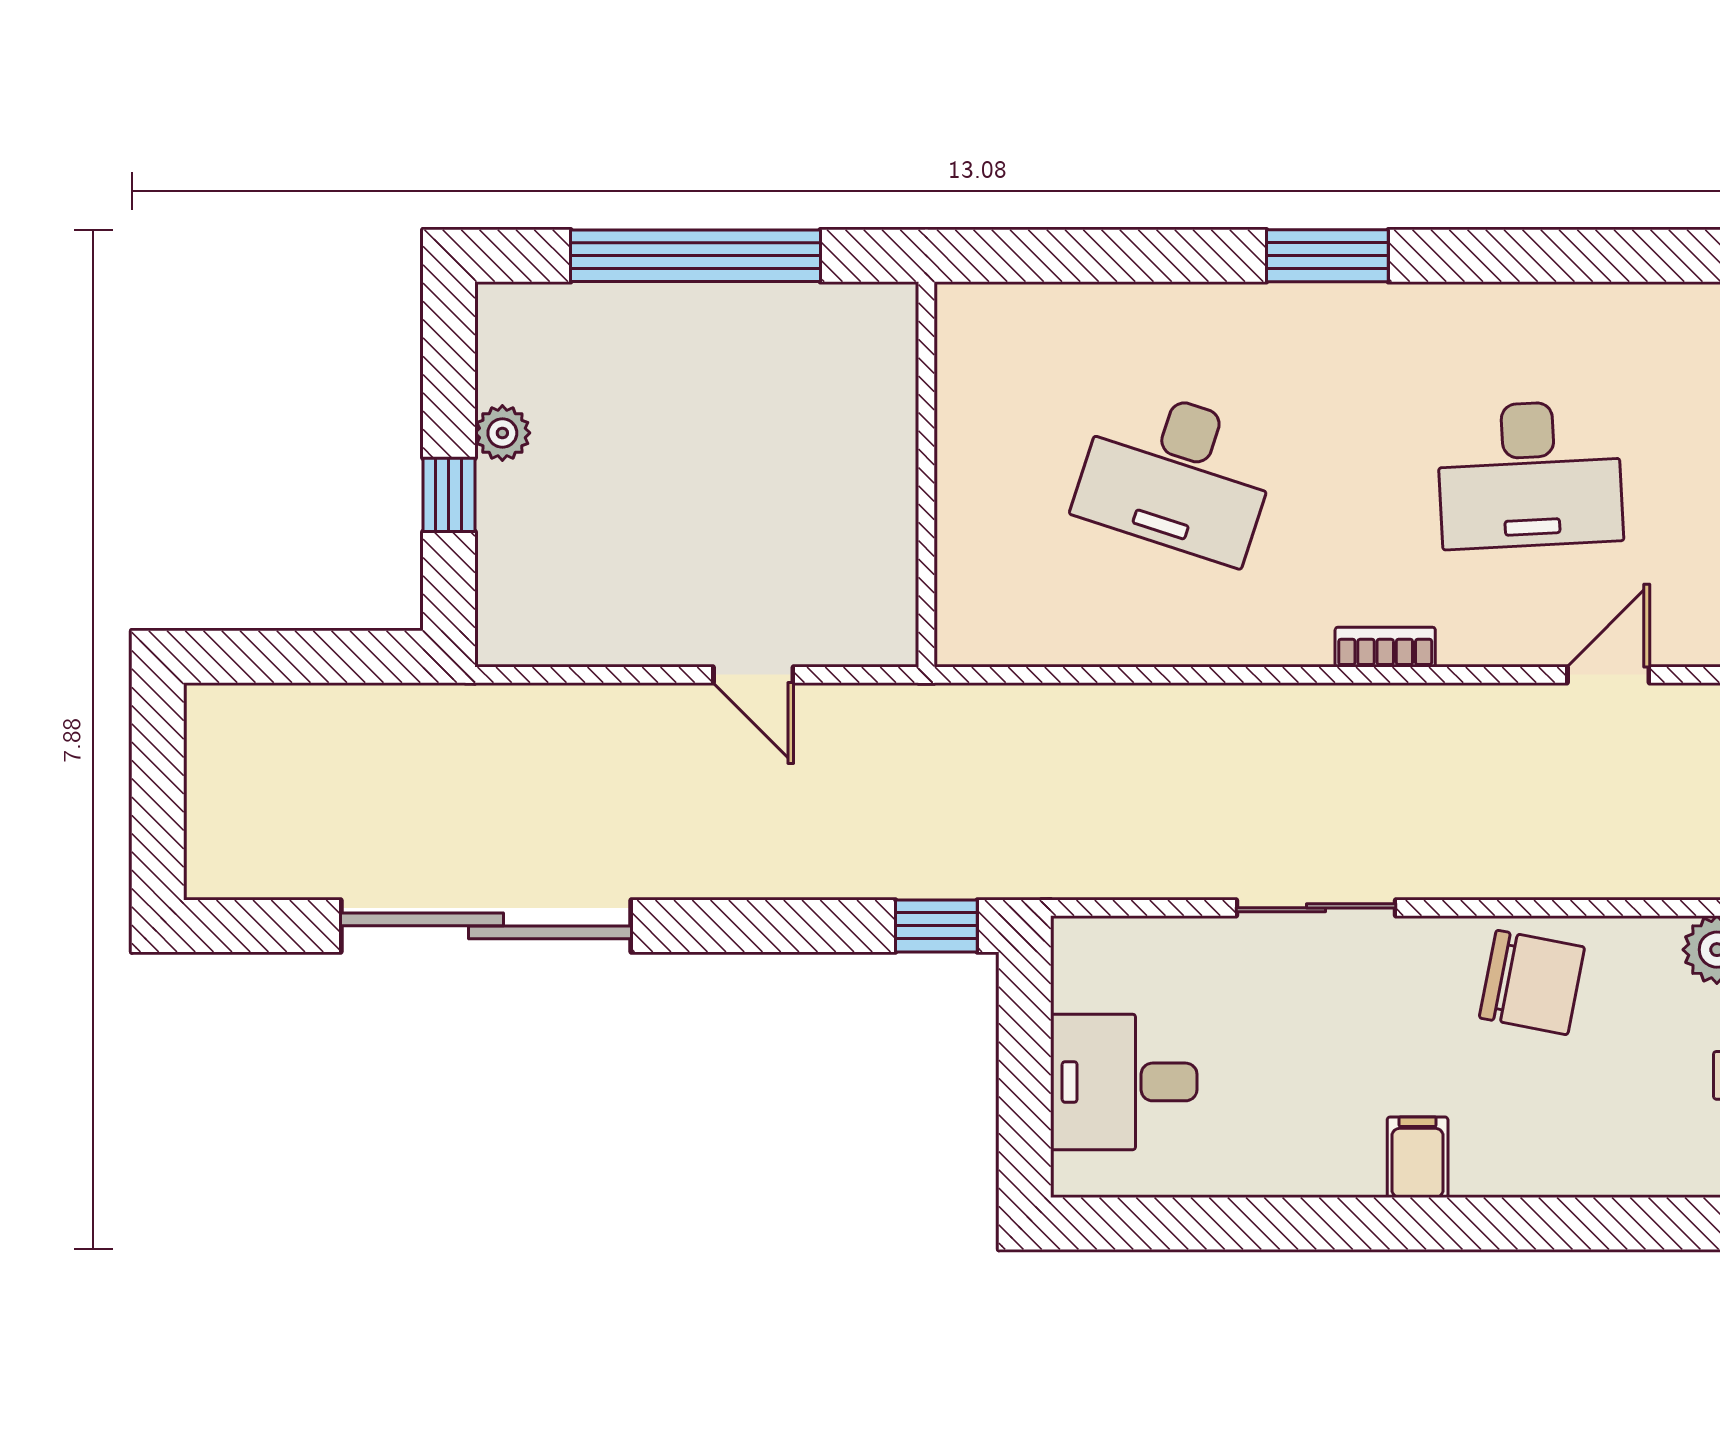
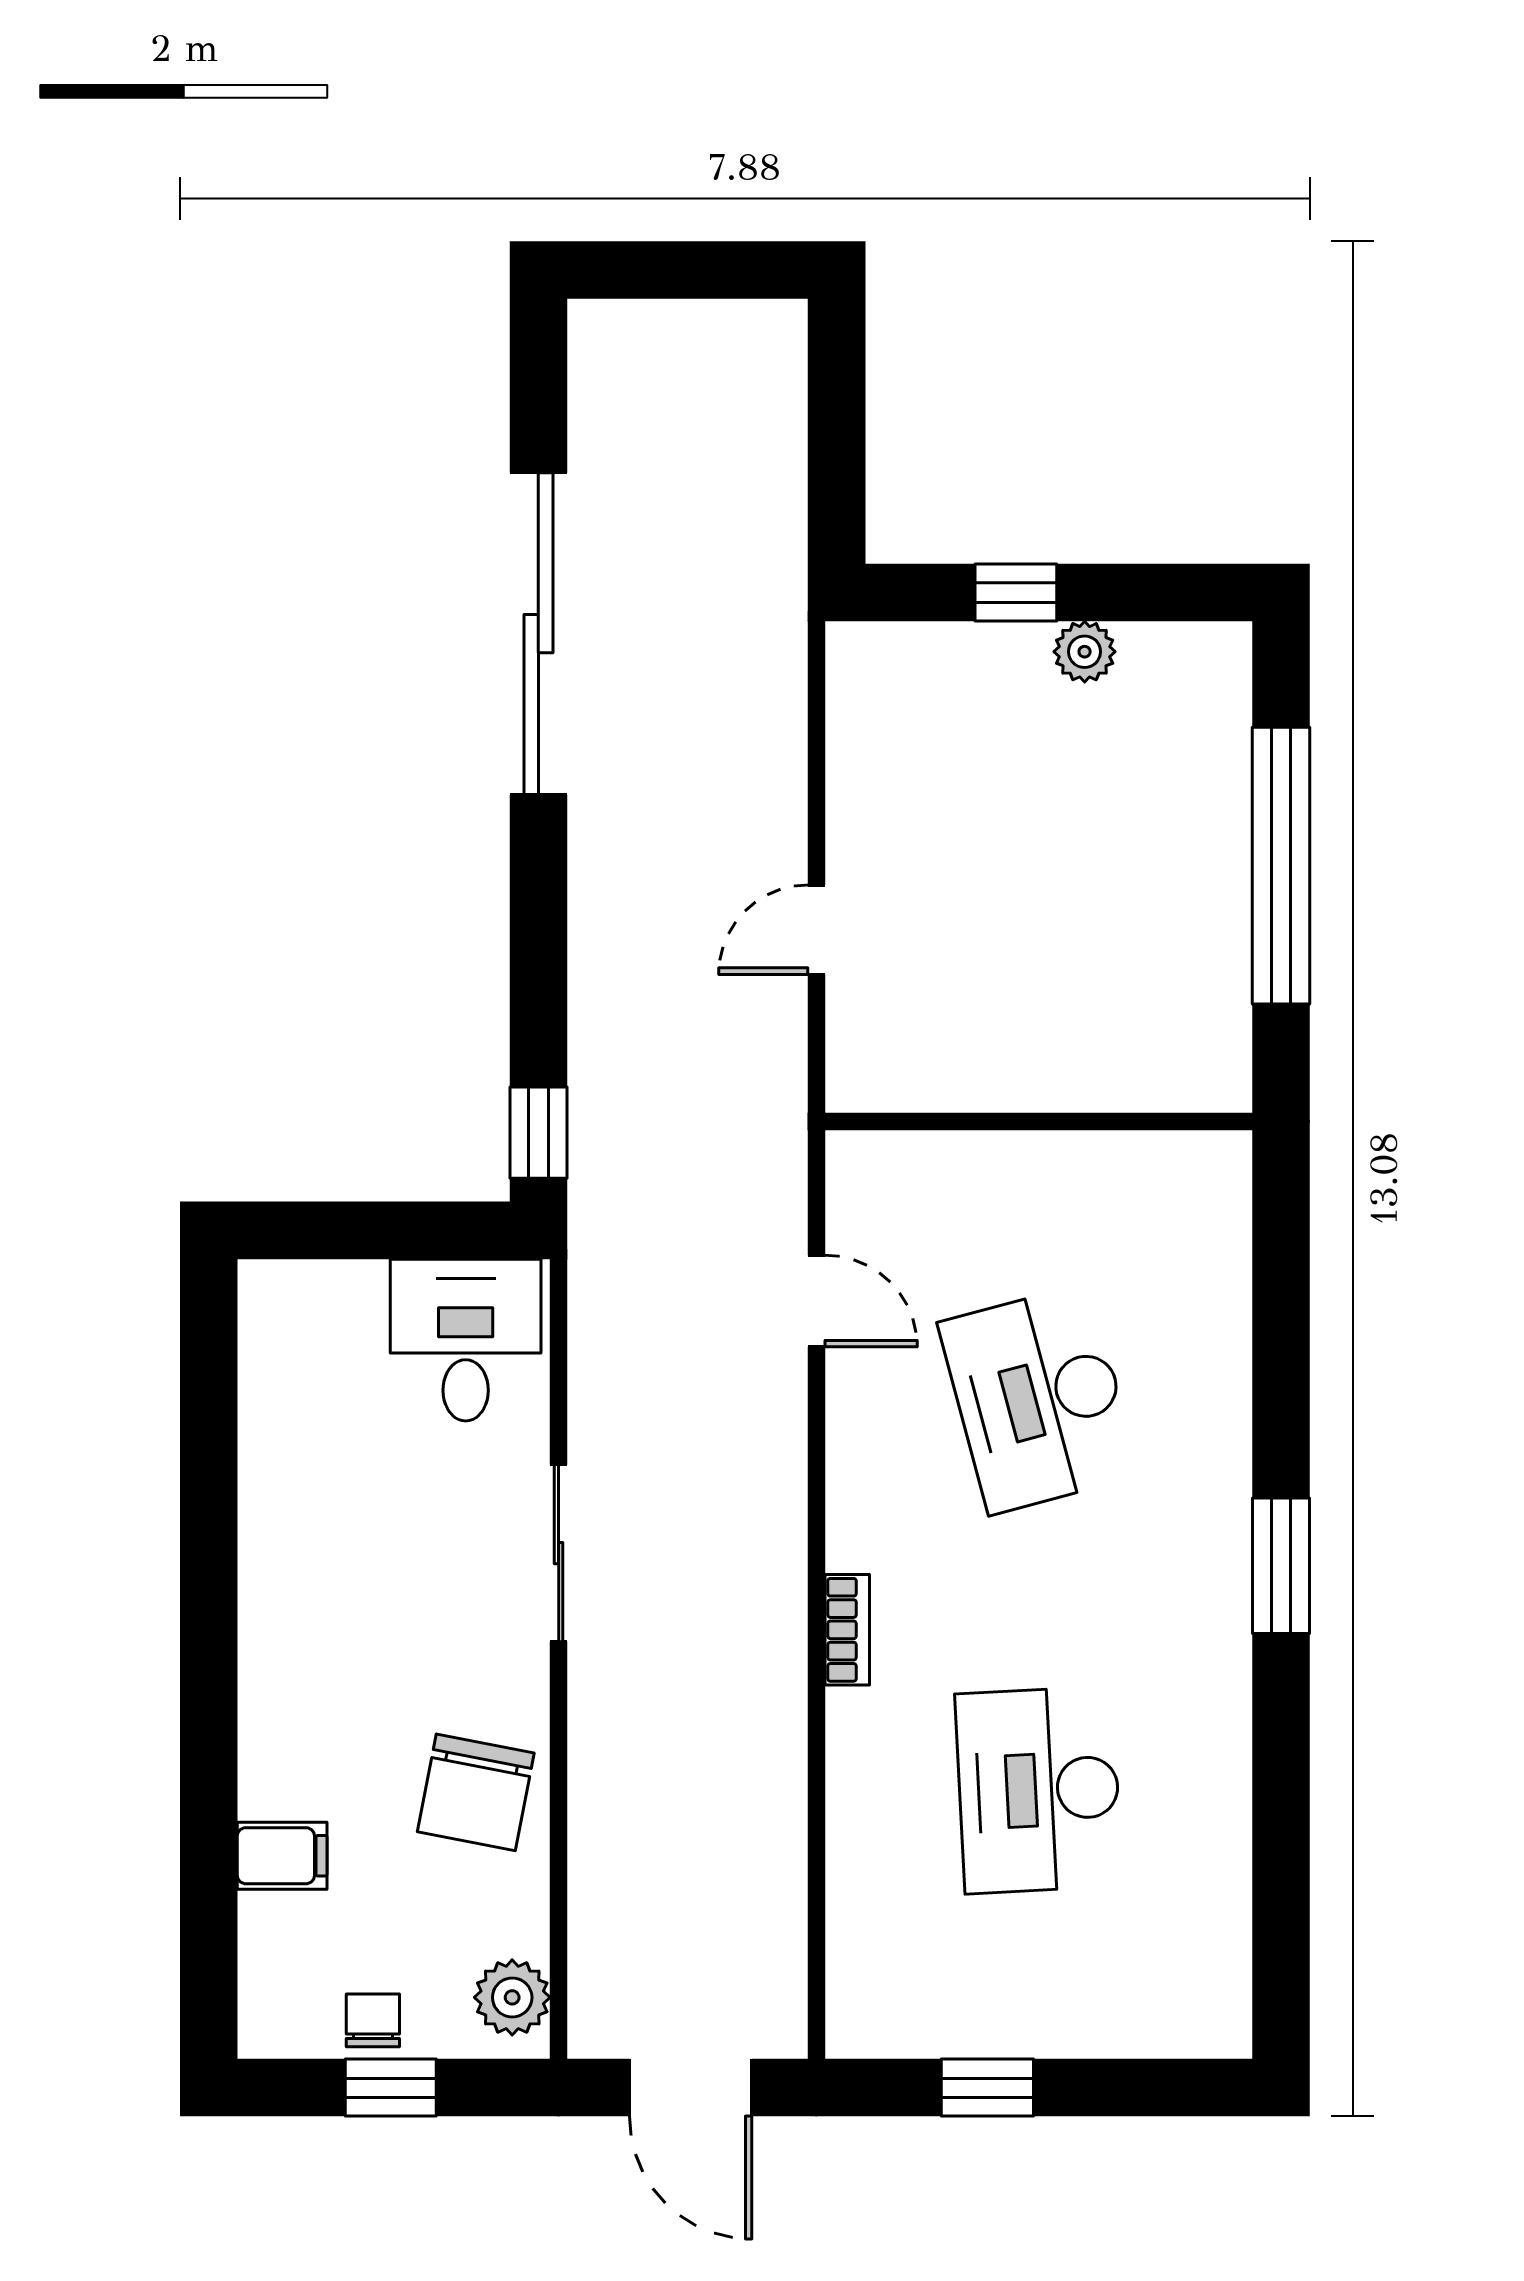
desk: (1177, 474) -> (1039, 1399), turned -33
door: (1608, 675) -> (817, 1301), moved
desk: (1124, 1082) -> (466, 1340), moved
filing cabinet: (1418, 1157) -> (282, 1856), moved

